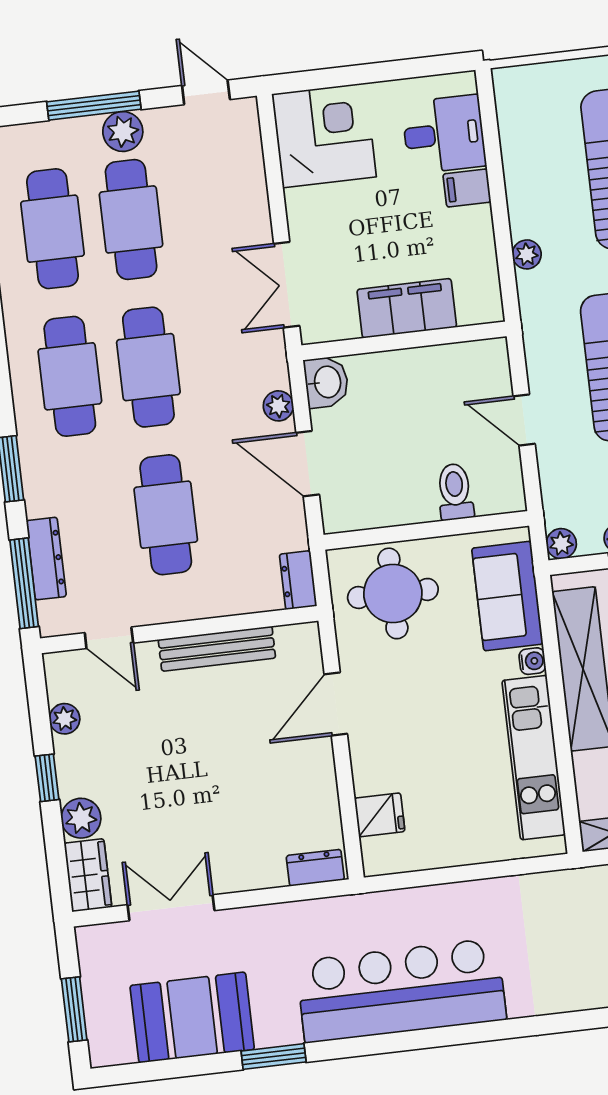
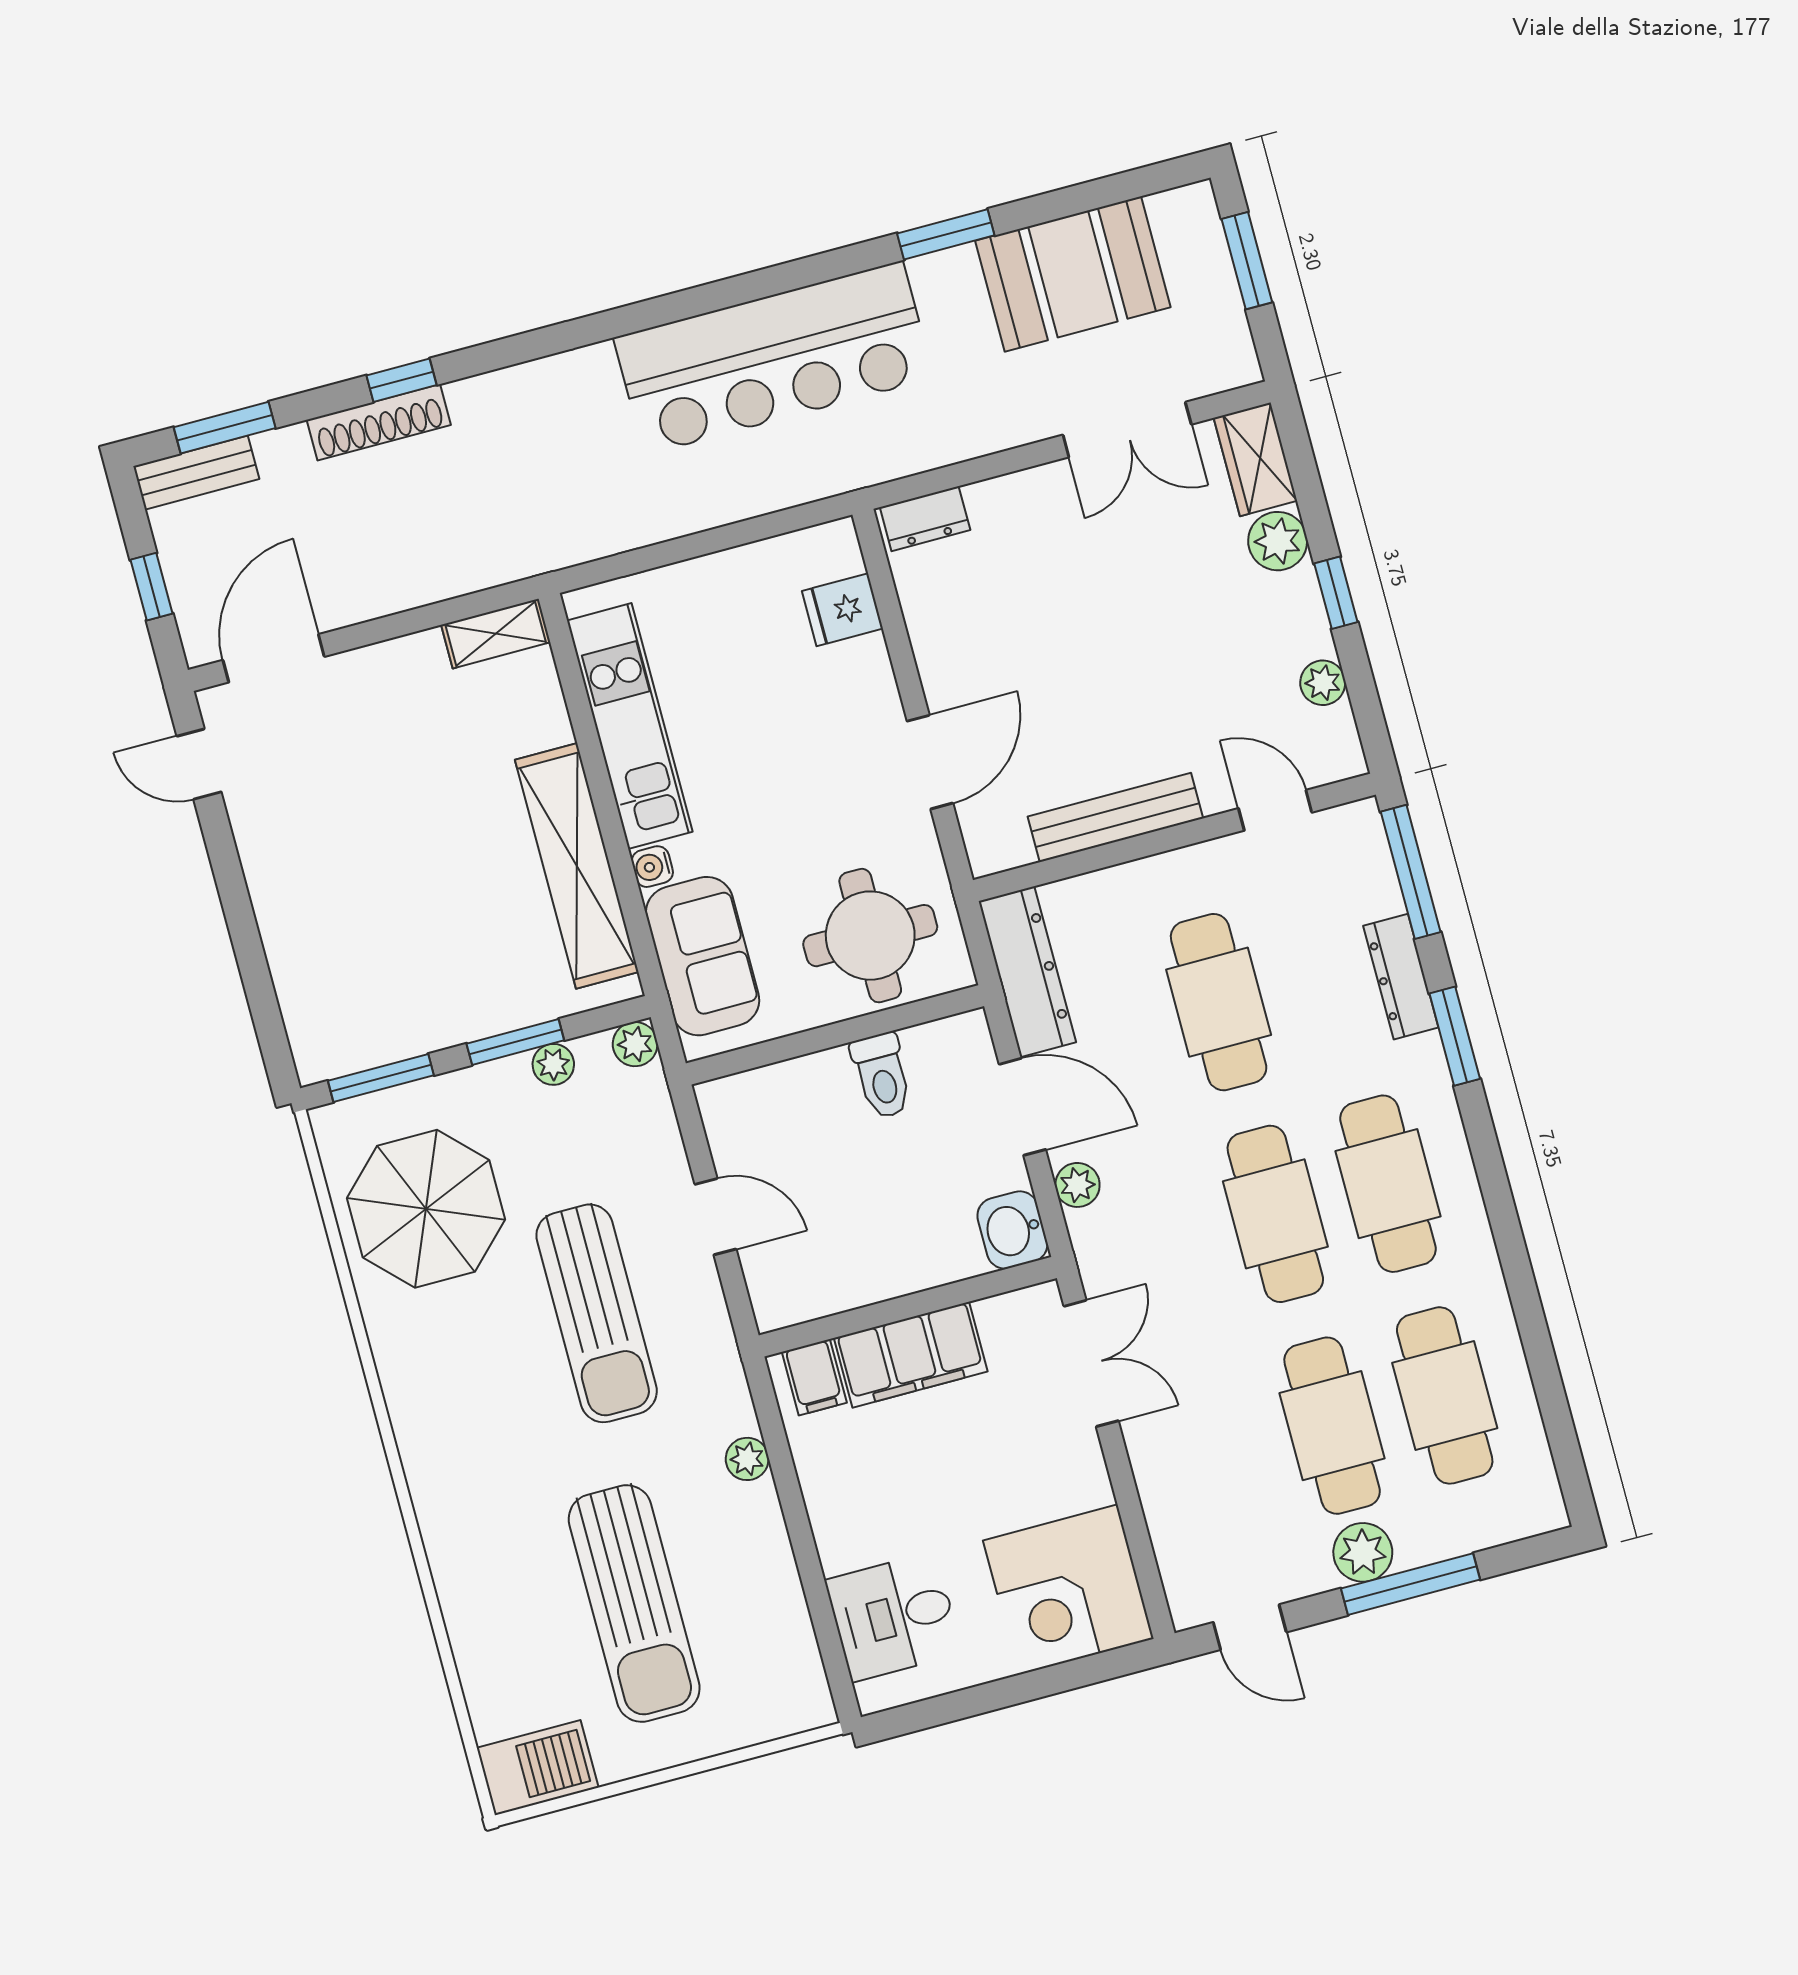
filing cabinet: (467, 188) -> (814, 1377), moved, turned 90
toilet: (455, 492) -> (882, 1076), moved
dresser: (46, 559) -> (1401, 977), moved
dresser: (298, 580) -> (1027, 972), width x1.96, depth x1.24

